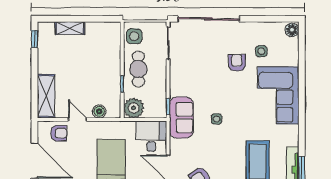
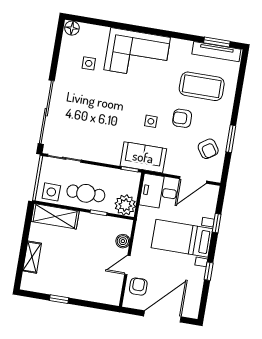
window: (34, 39) -> (59, 299), moved
armchair: (237, 63) -> (182, 118), moved
shelving: (46, 96) -> (55, 216), moved

